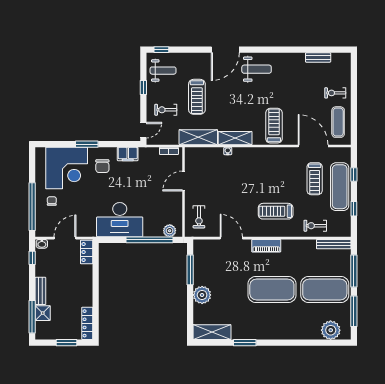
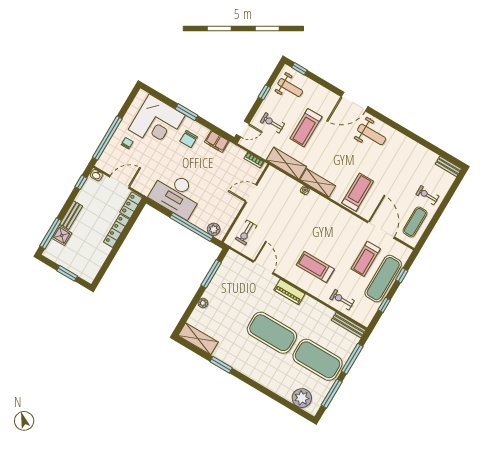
bench: (318, 57) -> (448, 166), moved
plant: (202, 295) -> (203, 303), width x0.53, depth x0.53
locker: (87, 323) -> (116, 231), moved

